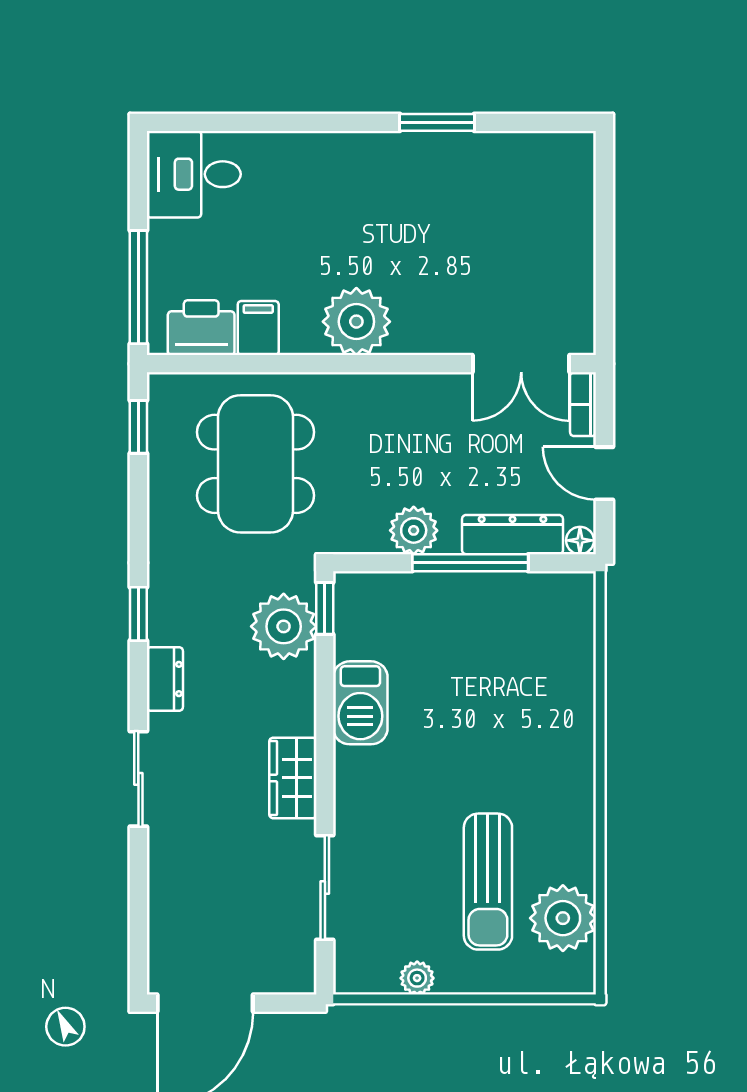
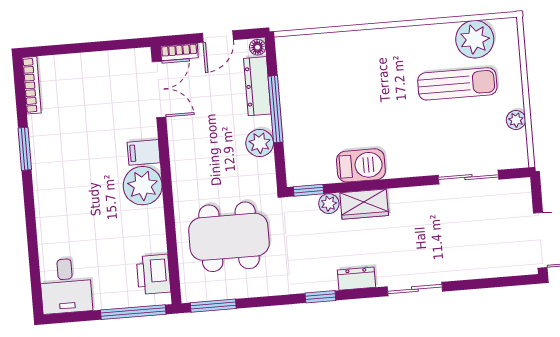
bookcase: (546, 143) -> (32, 85), added
filing cabinet: (258, 328) -> (144, 152), moved
window: (138, 427) -> (213, 306), width x1.50
plant: (284, 626) -> (329, 204), width x0.53, depth x0.53
wardrobe: (293, 778) -> (364, 204), moved

